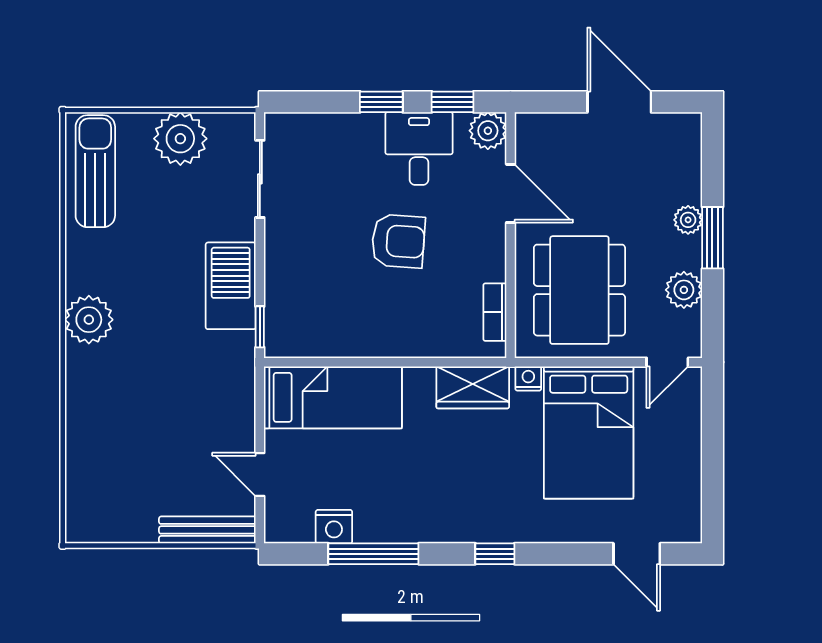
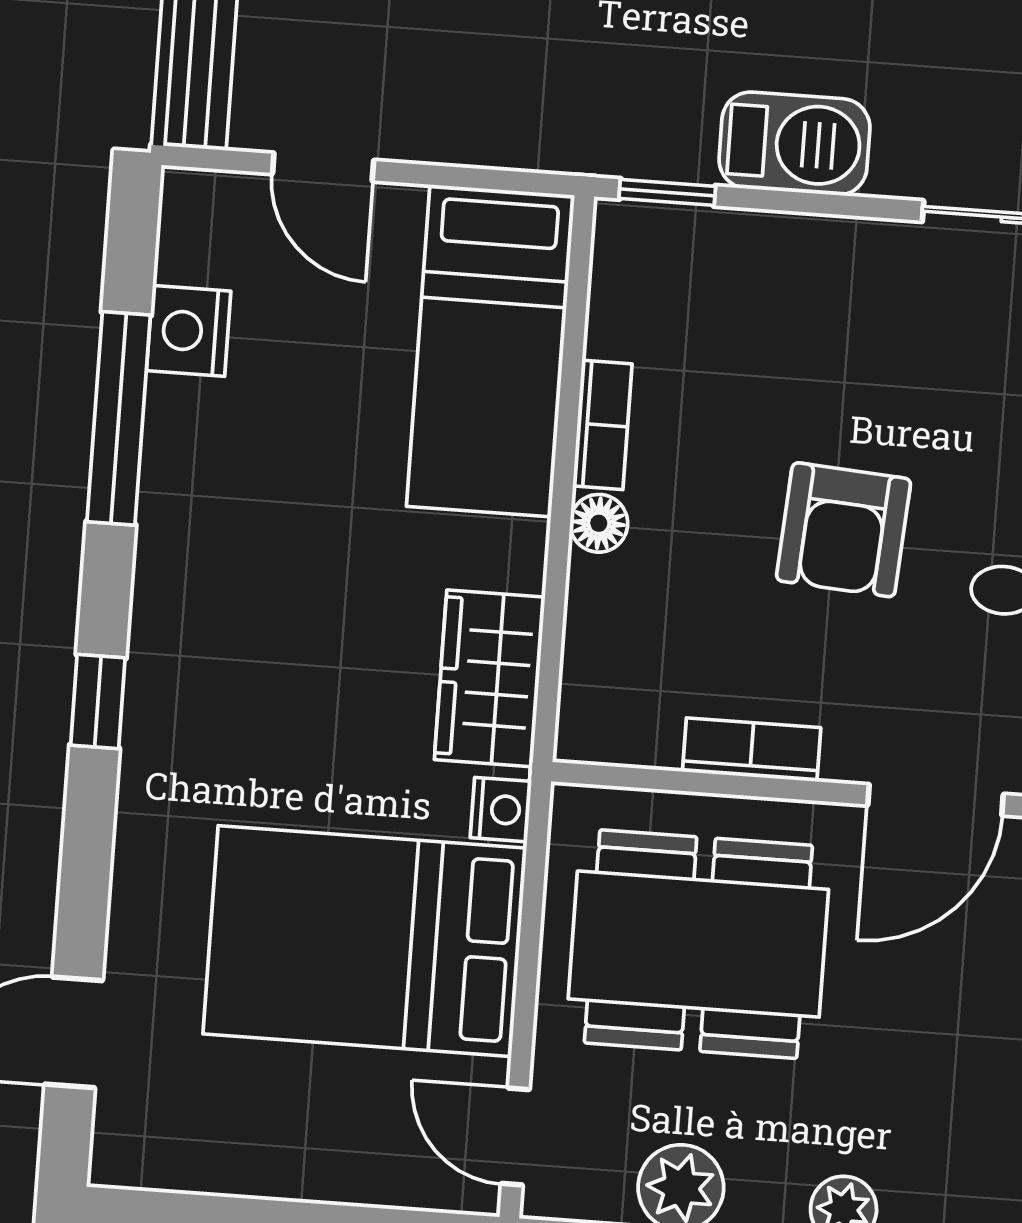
barbecue: (231, 286) -> (794, 144), width x0.73, depth x0.83
bookcase: (495, 312) -> (752, 750), moved
floor lamp: (403, 346) -> (599, 523), added
bookcase: (361, 347) -> (602, 425), added
door: (260, 474) -> (323, 167), swing flipped

